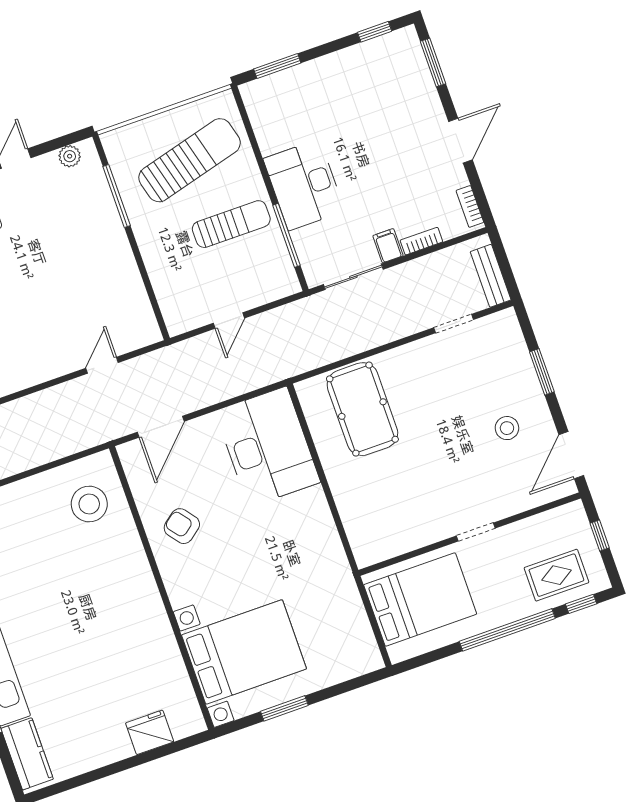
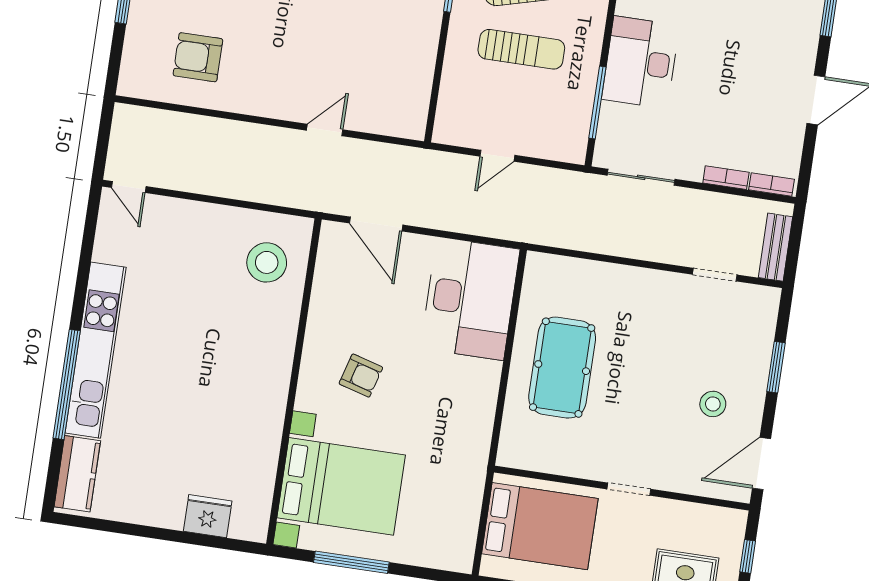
bookcase: (470, 206) -> (771, 185), moved, turned 90
sun lounger: (231, 224) -> (521, 49), moved
filing cabinet: (388, 246) -> (691, 165), removed
door: (102, 365) -> (325, 130), moved
pool table: (362, 409) -> (562, 368), moved
door: (161, 427) -> (376, 224), hinge flipped
armchair: (182, 526) -> (361, 376), moved, turned 144
window: (284, 708) -> (351, 562), width x1.44

